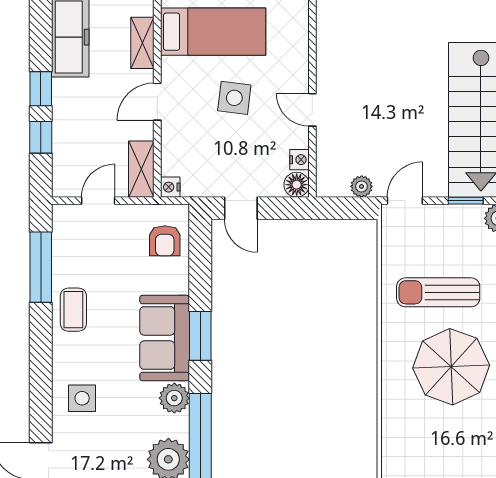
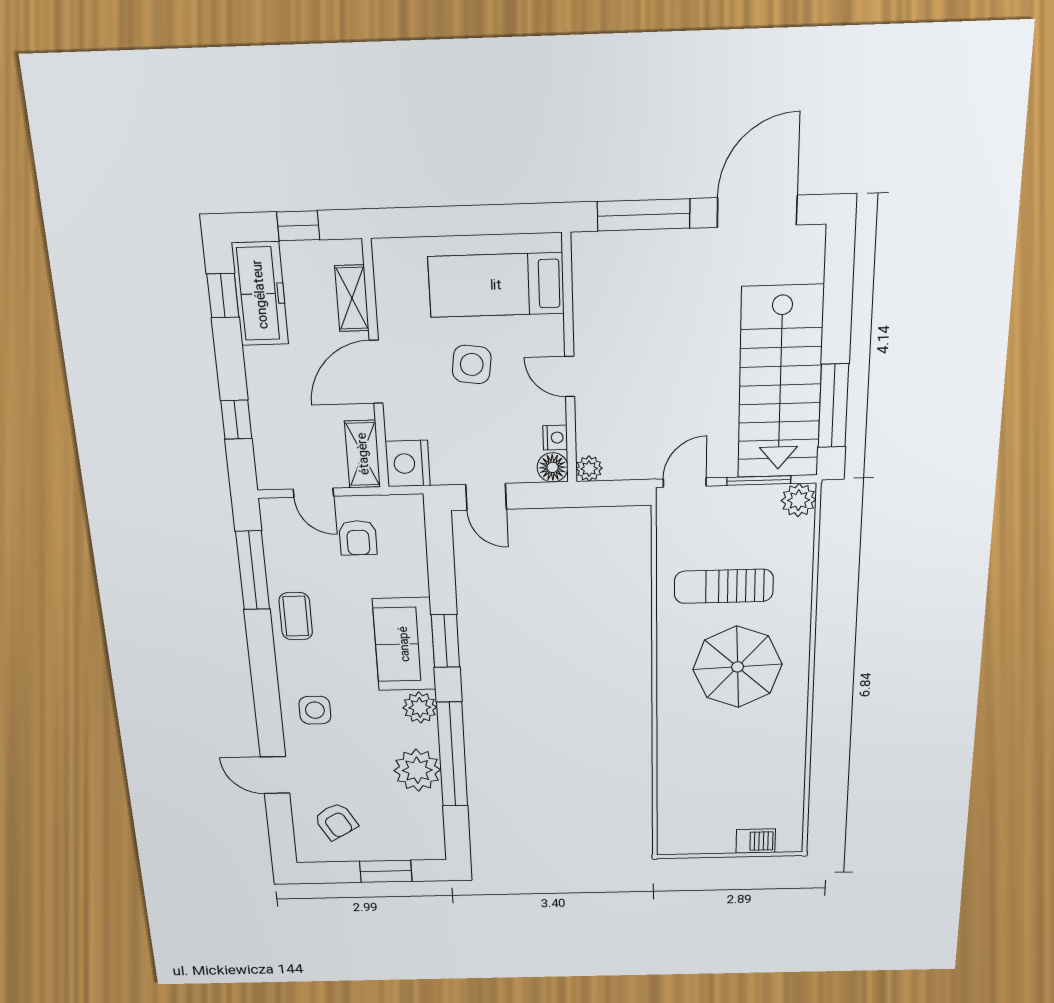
bed: (213, 32) -> (496, 285), moved, turned 180
window: (41, 89) -> (223, 296), moved
door: (157, 102) -> (376, 372), width x1.38
plant: (362, 186) -> (589, 469), moved
nightstand: (170, 187) -> (408, 463), width x1.89, depth x1.79
door: (98, 201) -> (313, 493), swing flipped
window: (466, 201) -> (759, 481), width x1.50
armchair: (165, 241) -> (358, 538), moved

